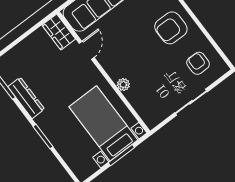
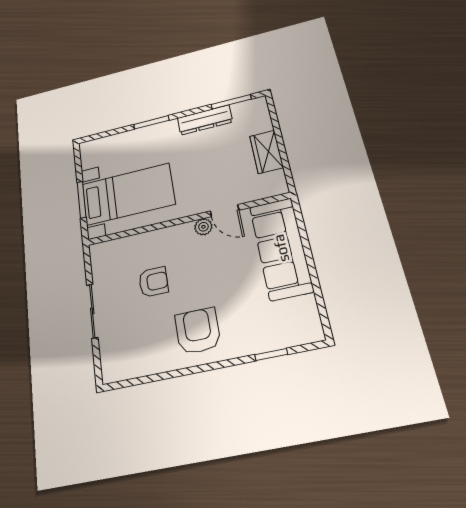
wardrobe: (59, 32) -> (266, 152), moved, turned -90
armchair: (198, 63) -> (153, 282), moved
plant: (123, 85) -> (203, 227), moved

